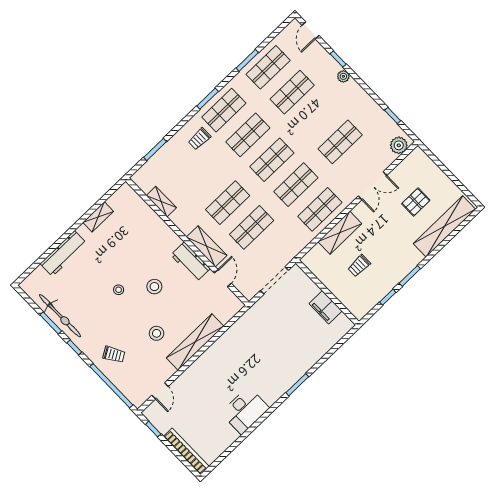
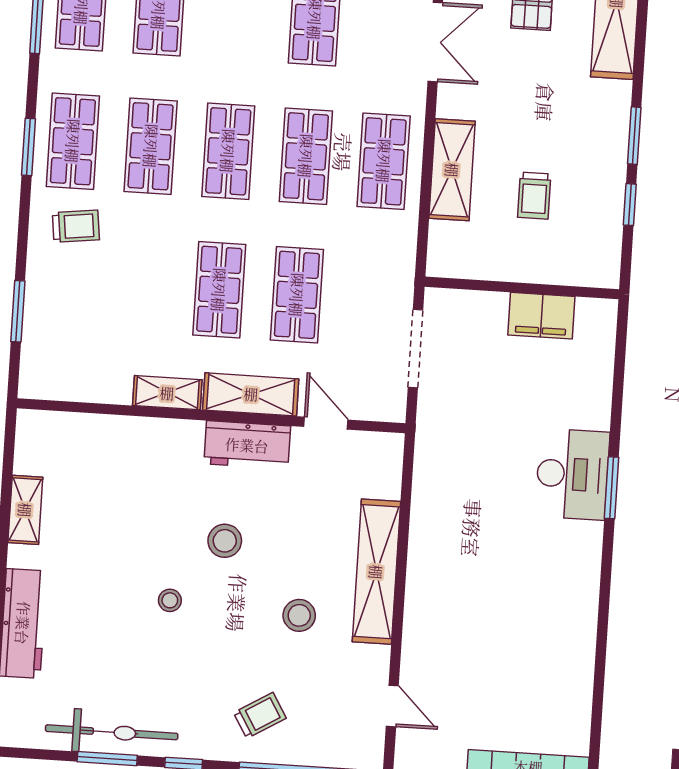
trolley: (199, 139) -> (76, 226), turned -97
shelving: (161, 202) -> (167, 393), moved
desk: (245, 410) -> (572, 474), moved

